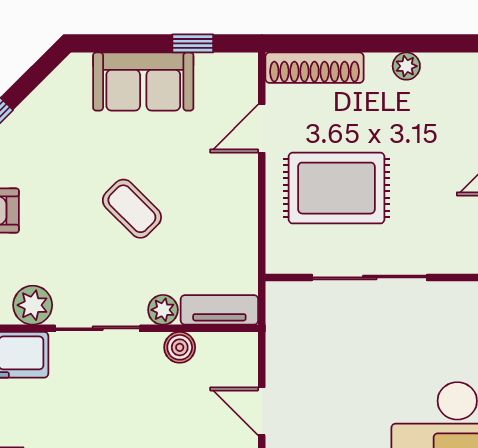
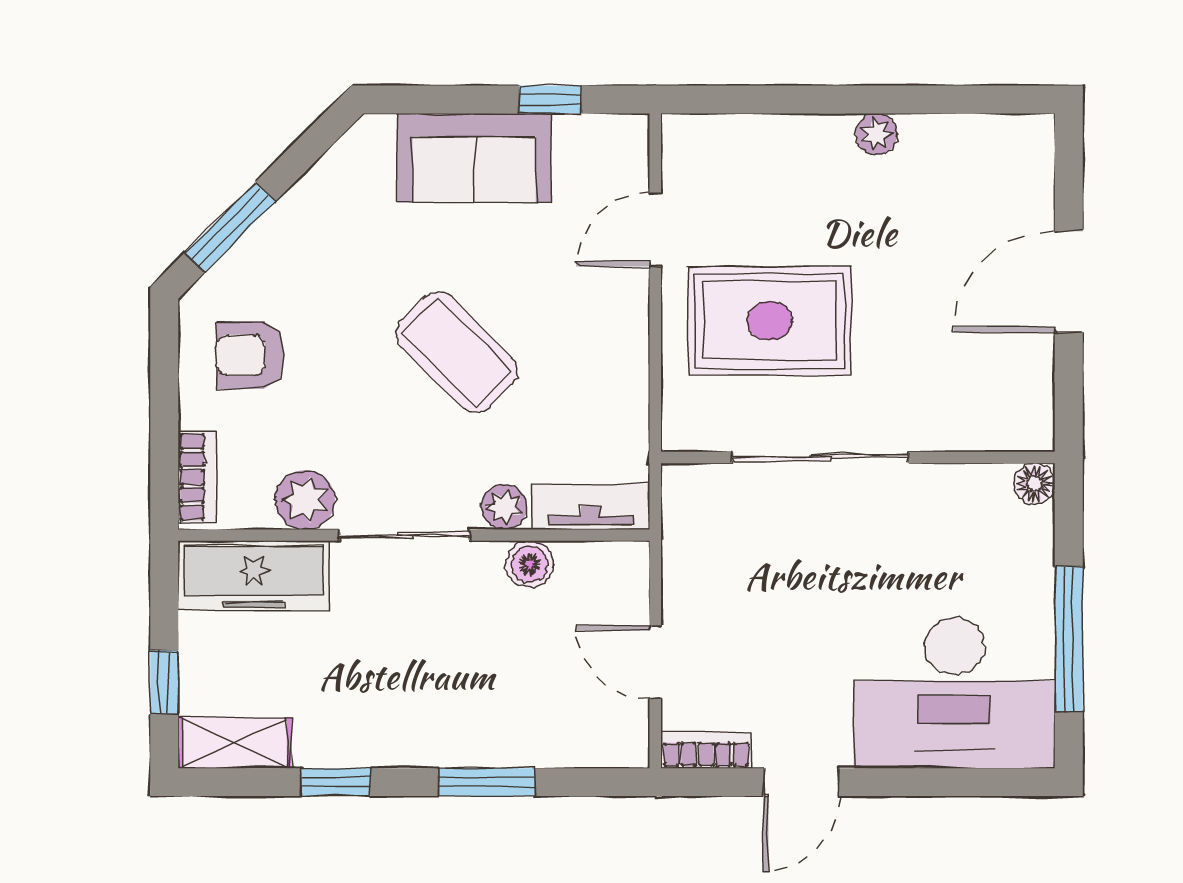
shoe rack: (314, 68) -> (736, 137), removed
coffee table: (132, 209) -> (457, 352), width x1.36, depth x1.30

